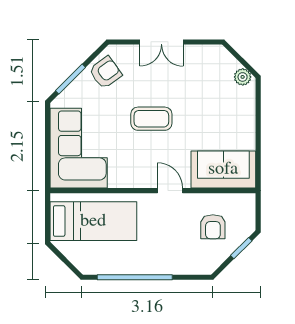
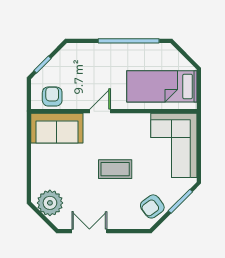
double door: (161, 42) -> (89, 231), moved
plant: (243, 77) -> (50, 203), width x1.87, depth x1.87
door: (170, 191) -> (100, 111), swing flipped
armchair: (213, 227) -> (52, 96), moved

